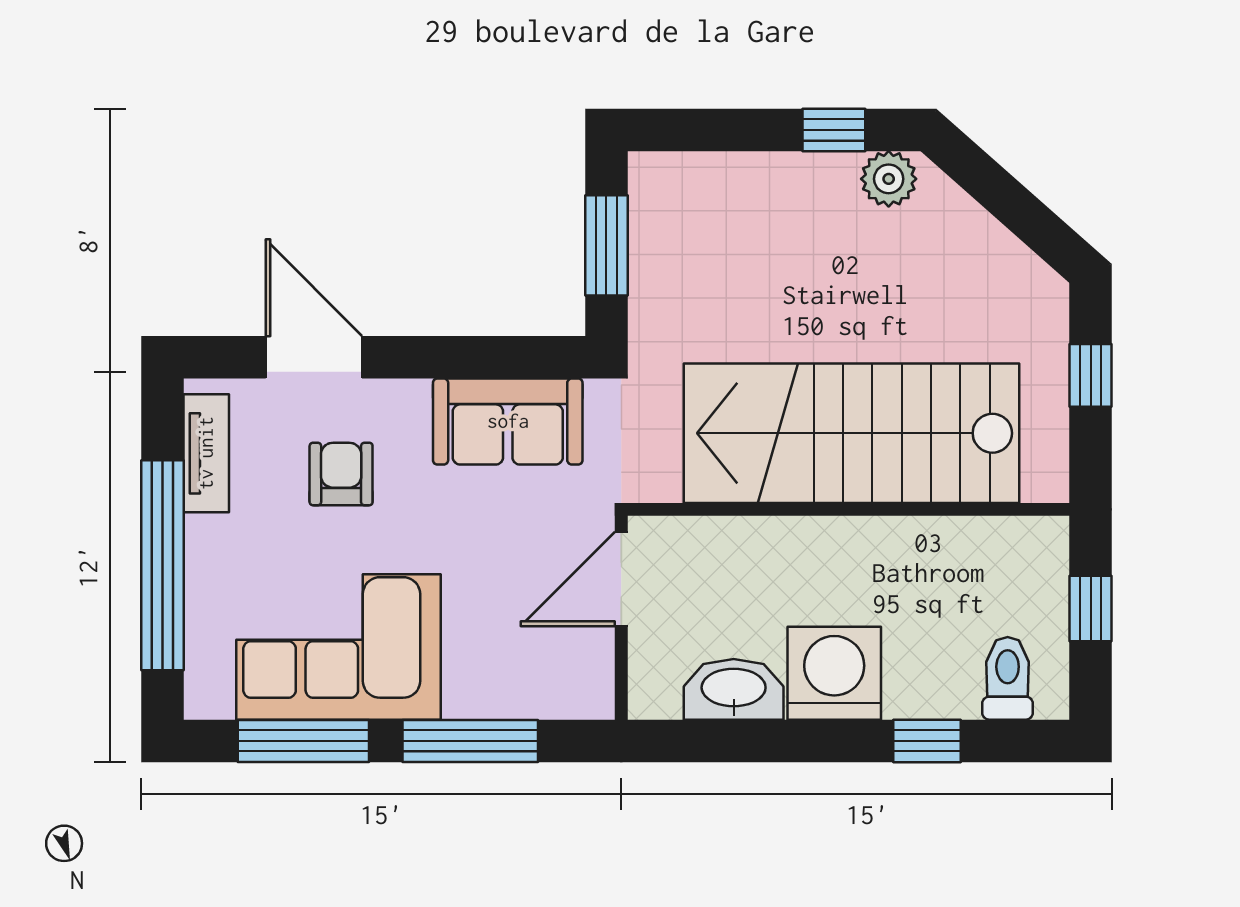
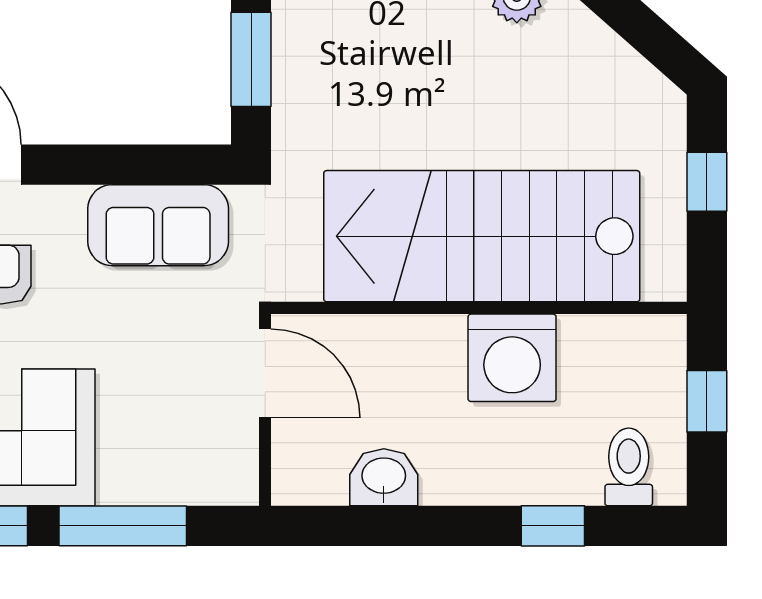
door: (621, 579) -> (265, 373), swing flipped
washing machine: (834, 673) -> (512, 358), moved, turned 180
washbasin: (734, 689) -> (384, 477), width x0.72

